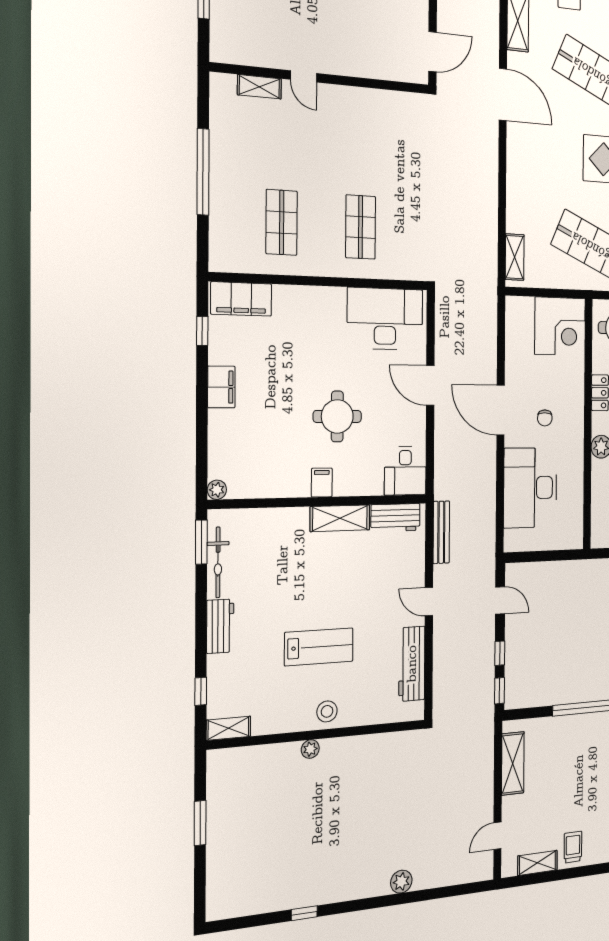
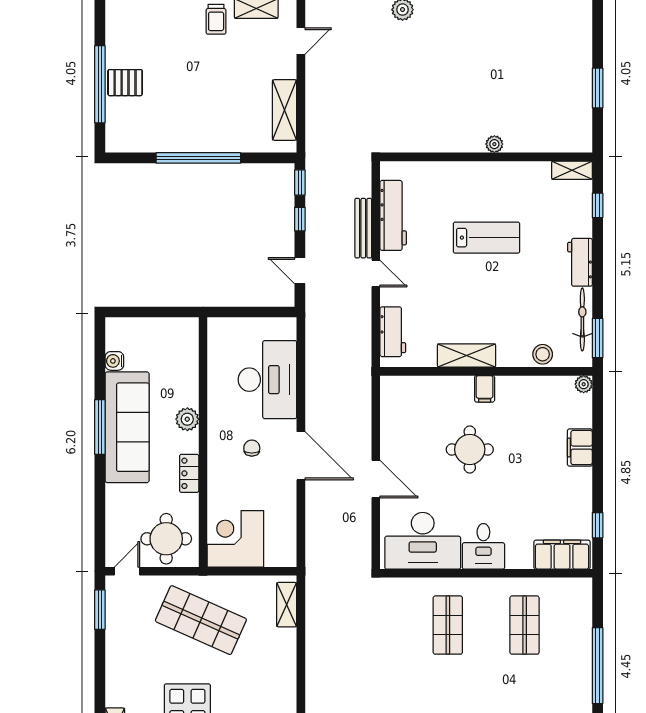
filing cabinet: (221, 387) -> (580, 448), moved
desk: (405, 471) -> (483, 546), moved, turned 180
workbench: (395, 518) -> (393, 332), moved, turned 90
bench: (441, 532) -> (363, 228), moved
lab bench: (319, 647) -> (486, 238), turned 180
stool: (327, 711) -> (543, 354), moved

